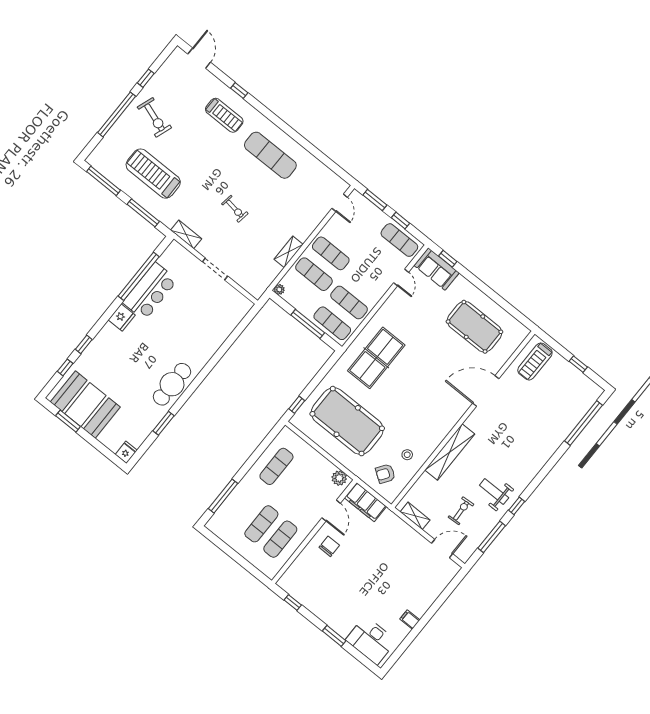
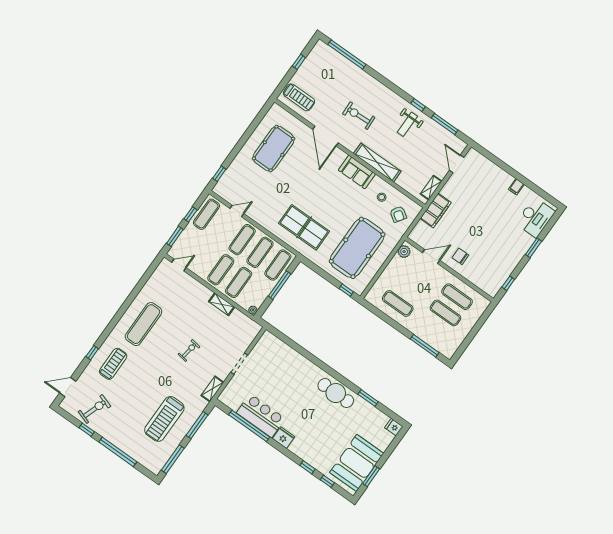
exercise bike: (154, 117) -> (94, 409), moved
sofa: (437, 269) -> (357, 172), moved, turned 90
exercise mat: (366, 282) -> (242, 240), added
filing cabinet: (365, 502) -> (436, 211), moved
exercise bike: (461, 511) -> (359, 116), moved, width x1.38, depth x1.39

